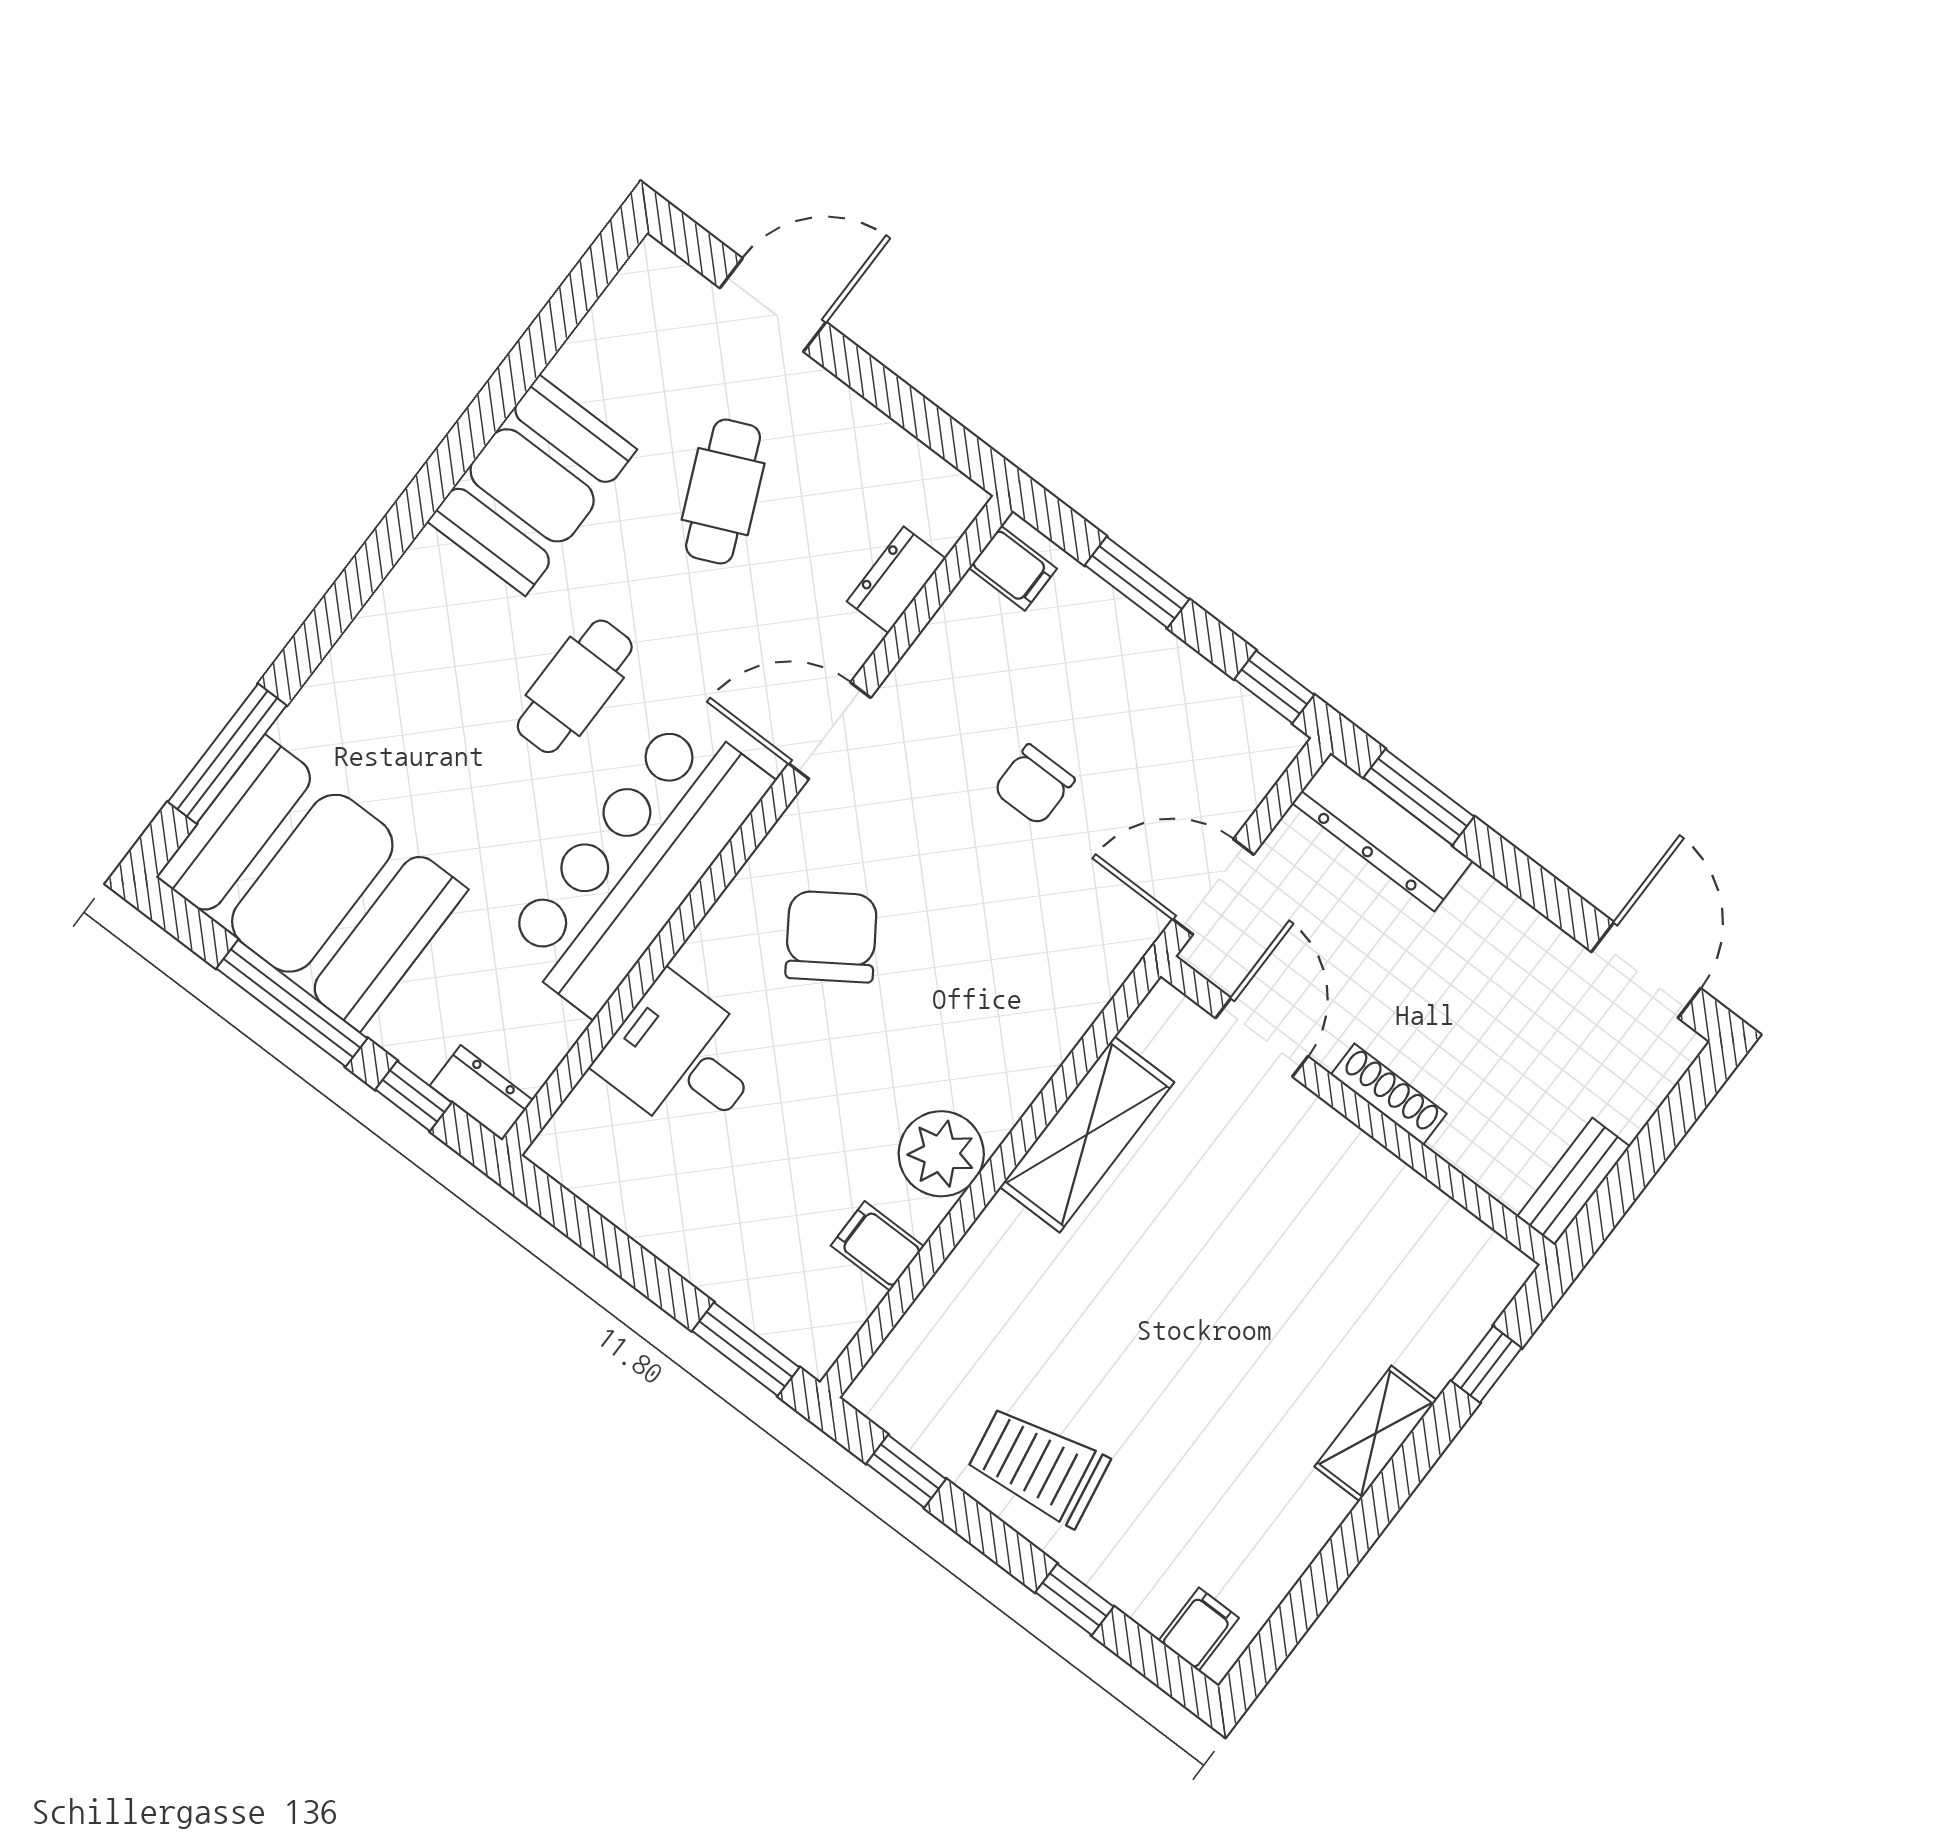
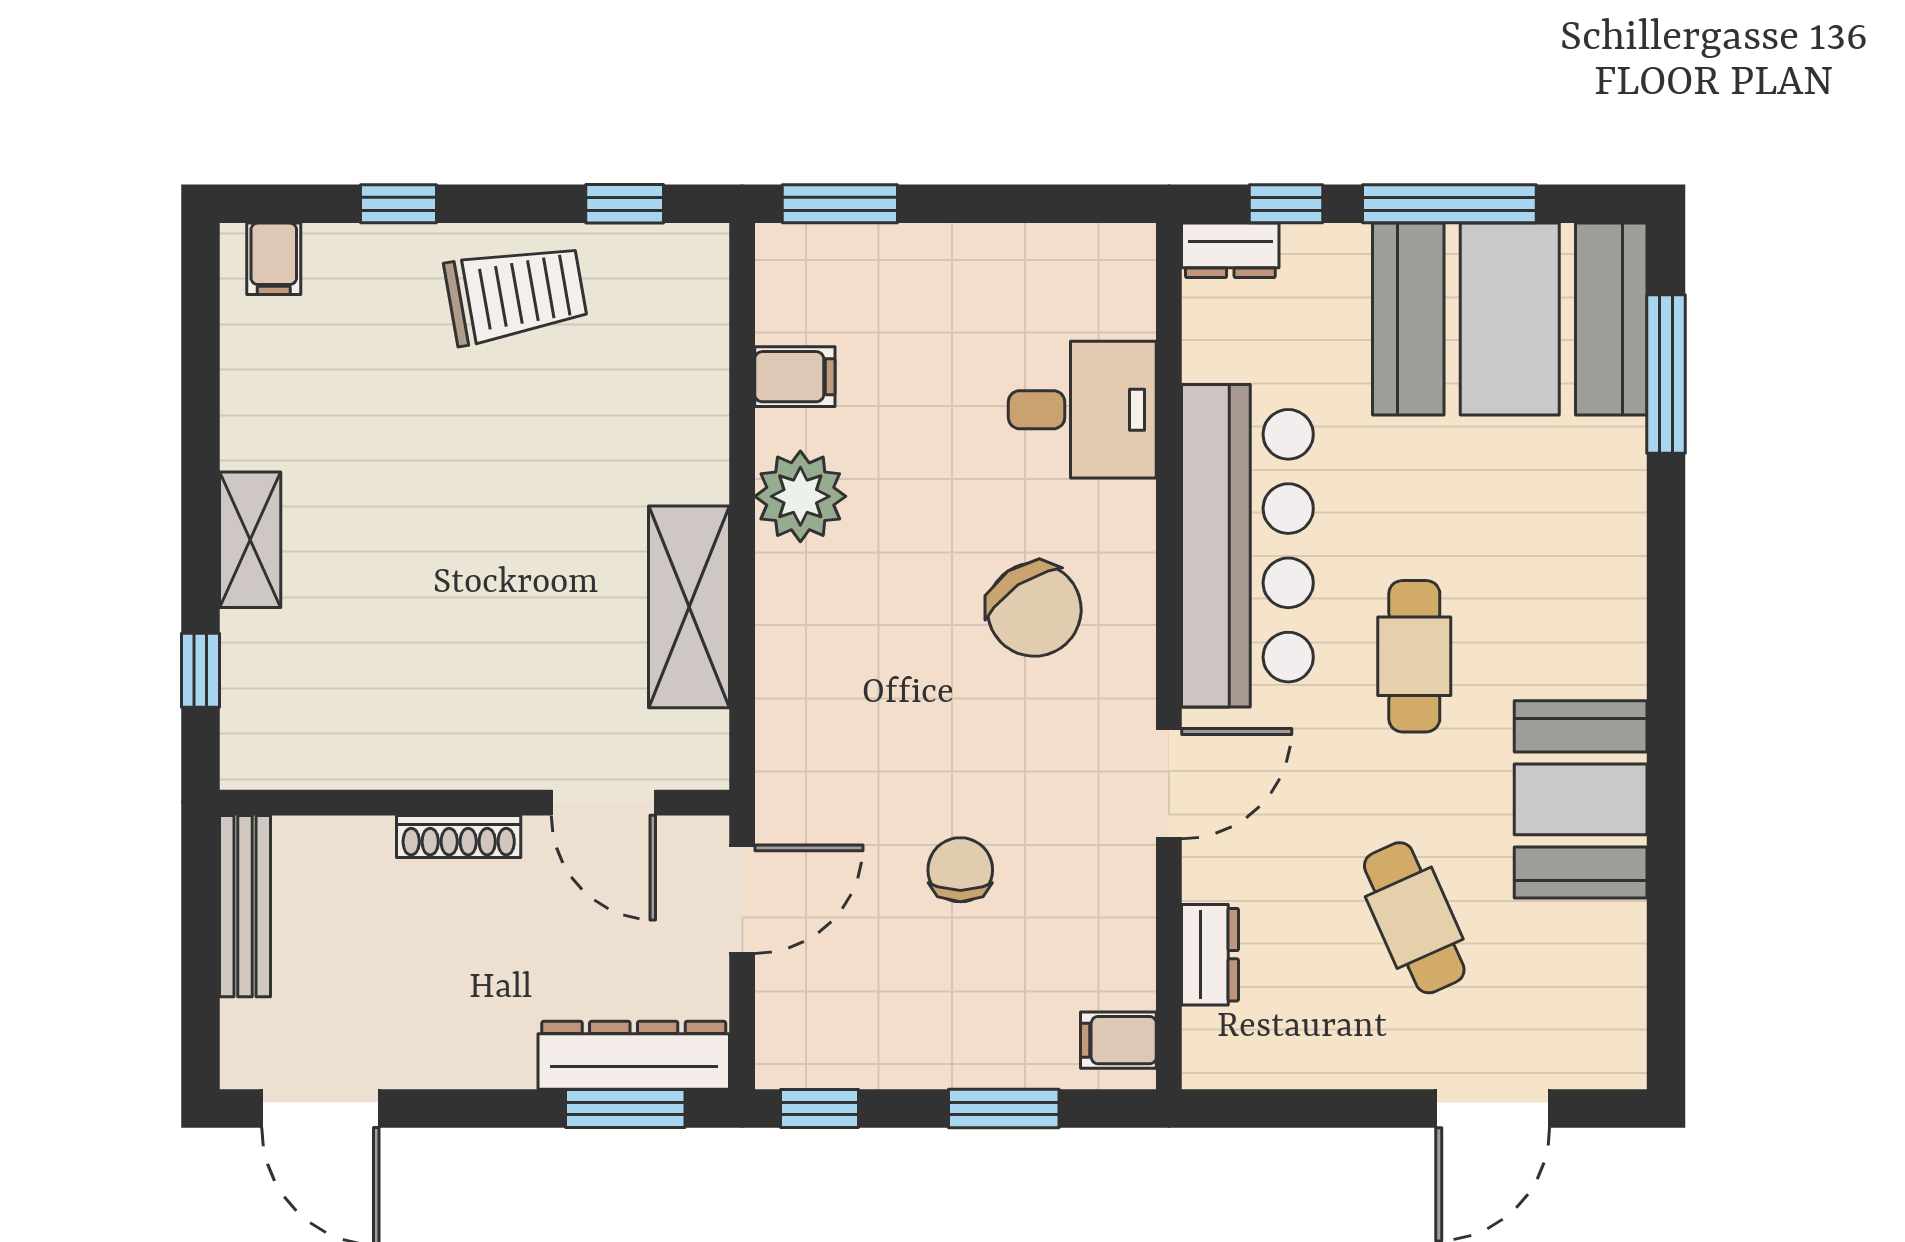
bench: (1574, 1182) -> (245, 906), width x1.36

